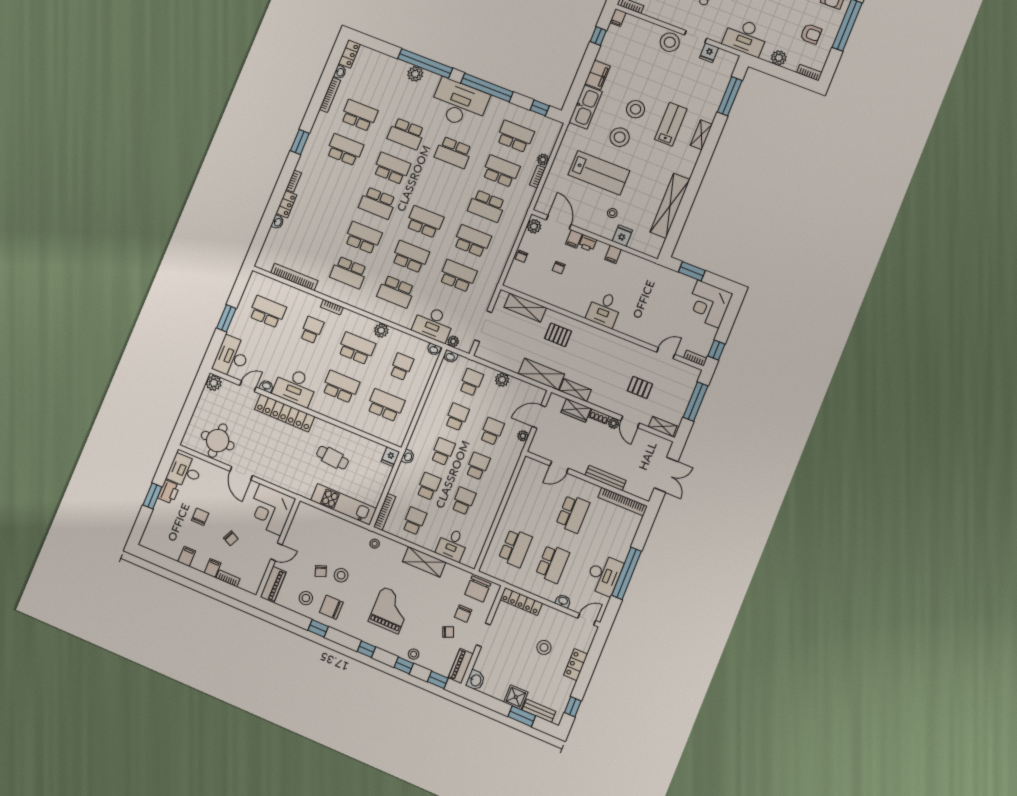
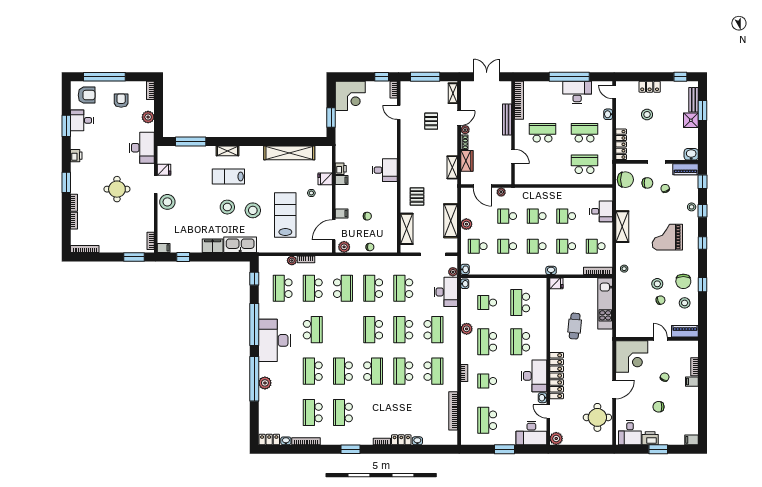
school desk: (406, 134) -> (313, 371), turned 180
printer: (588, 243) -> (341, 169), moved
shelving: (541, 374) -> (451, 221), moved
filing cabinet: (187, 556) -> (691, 440), moved

